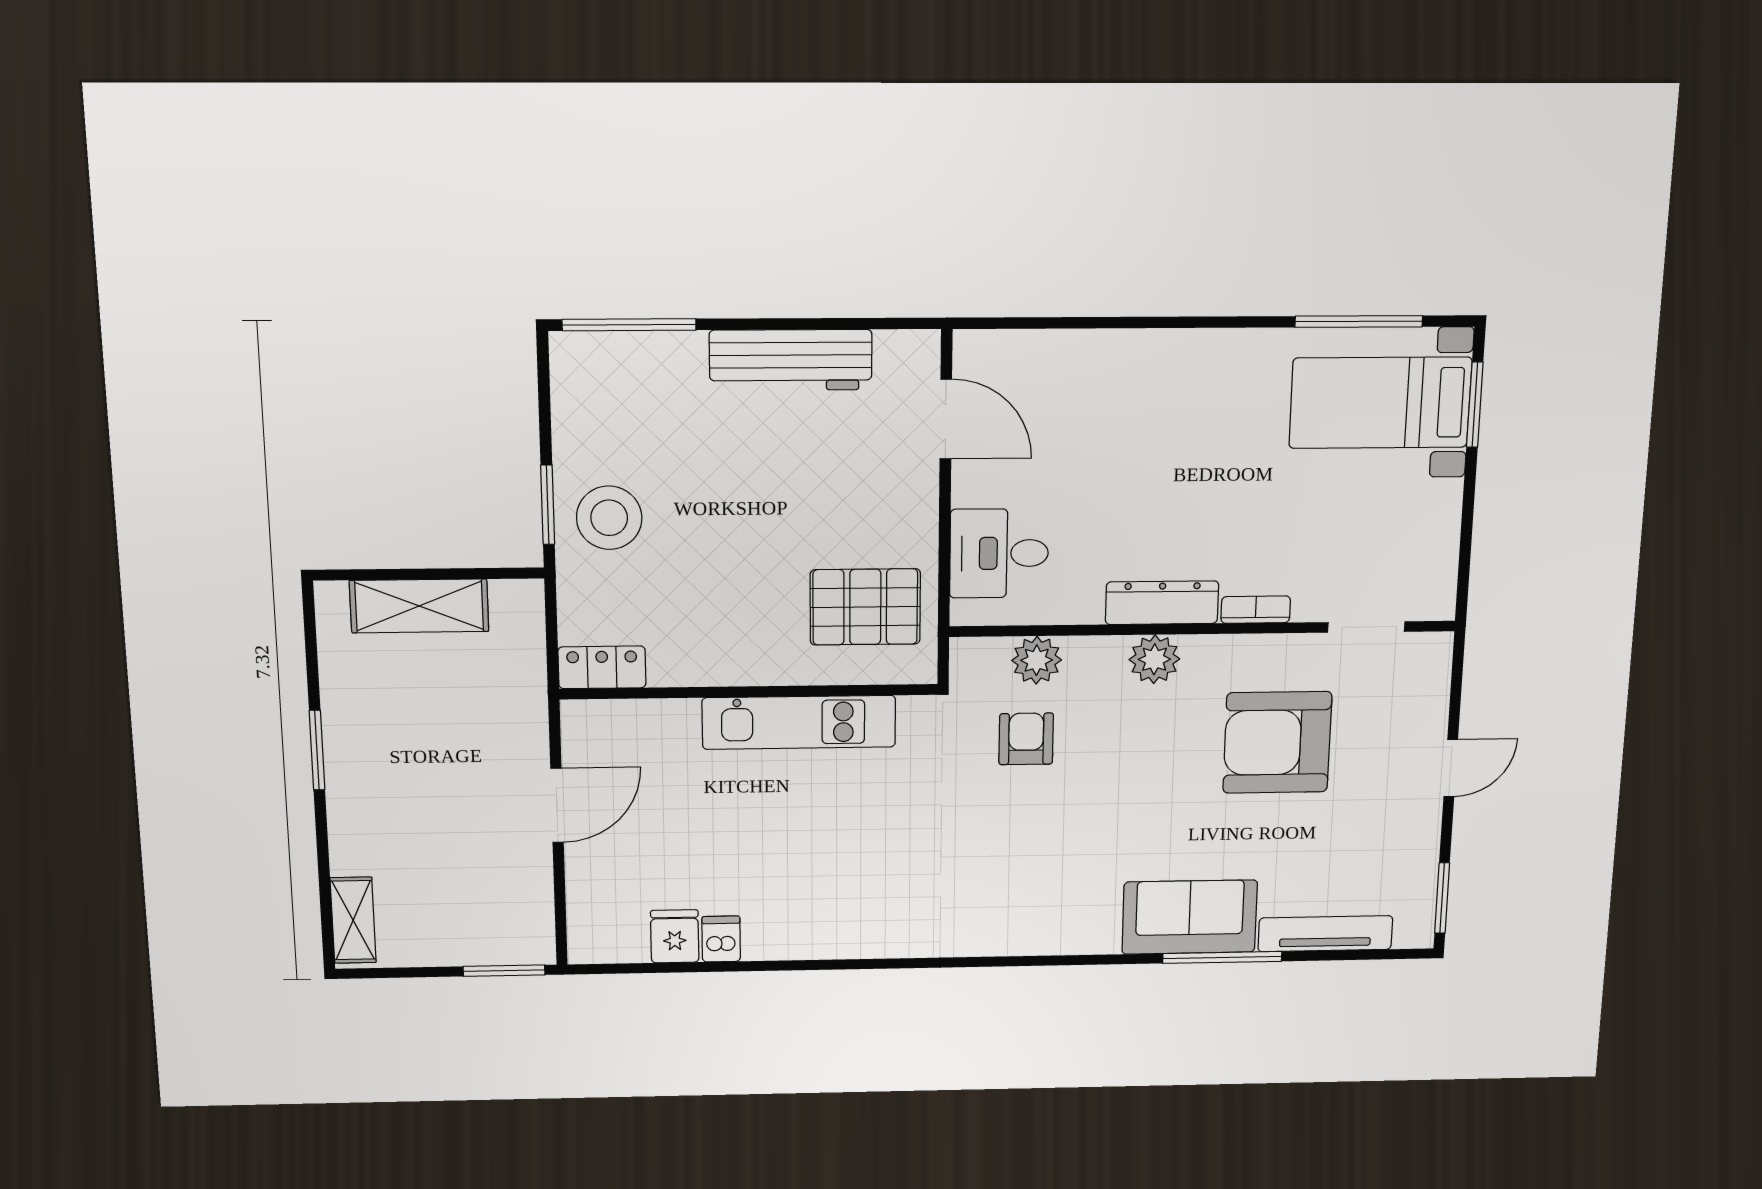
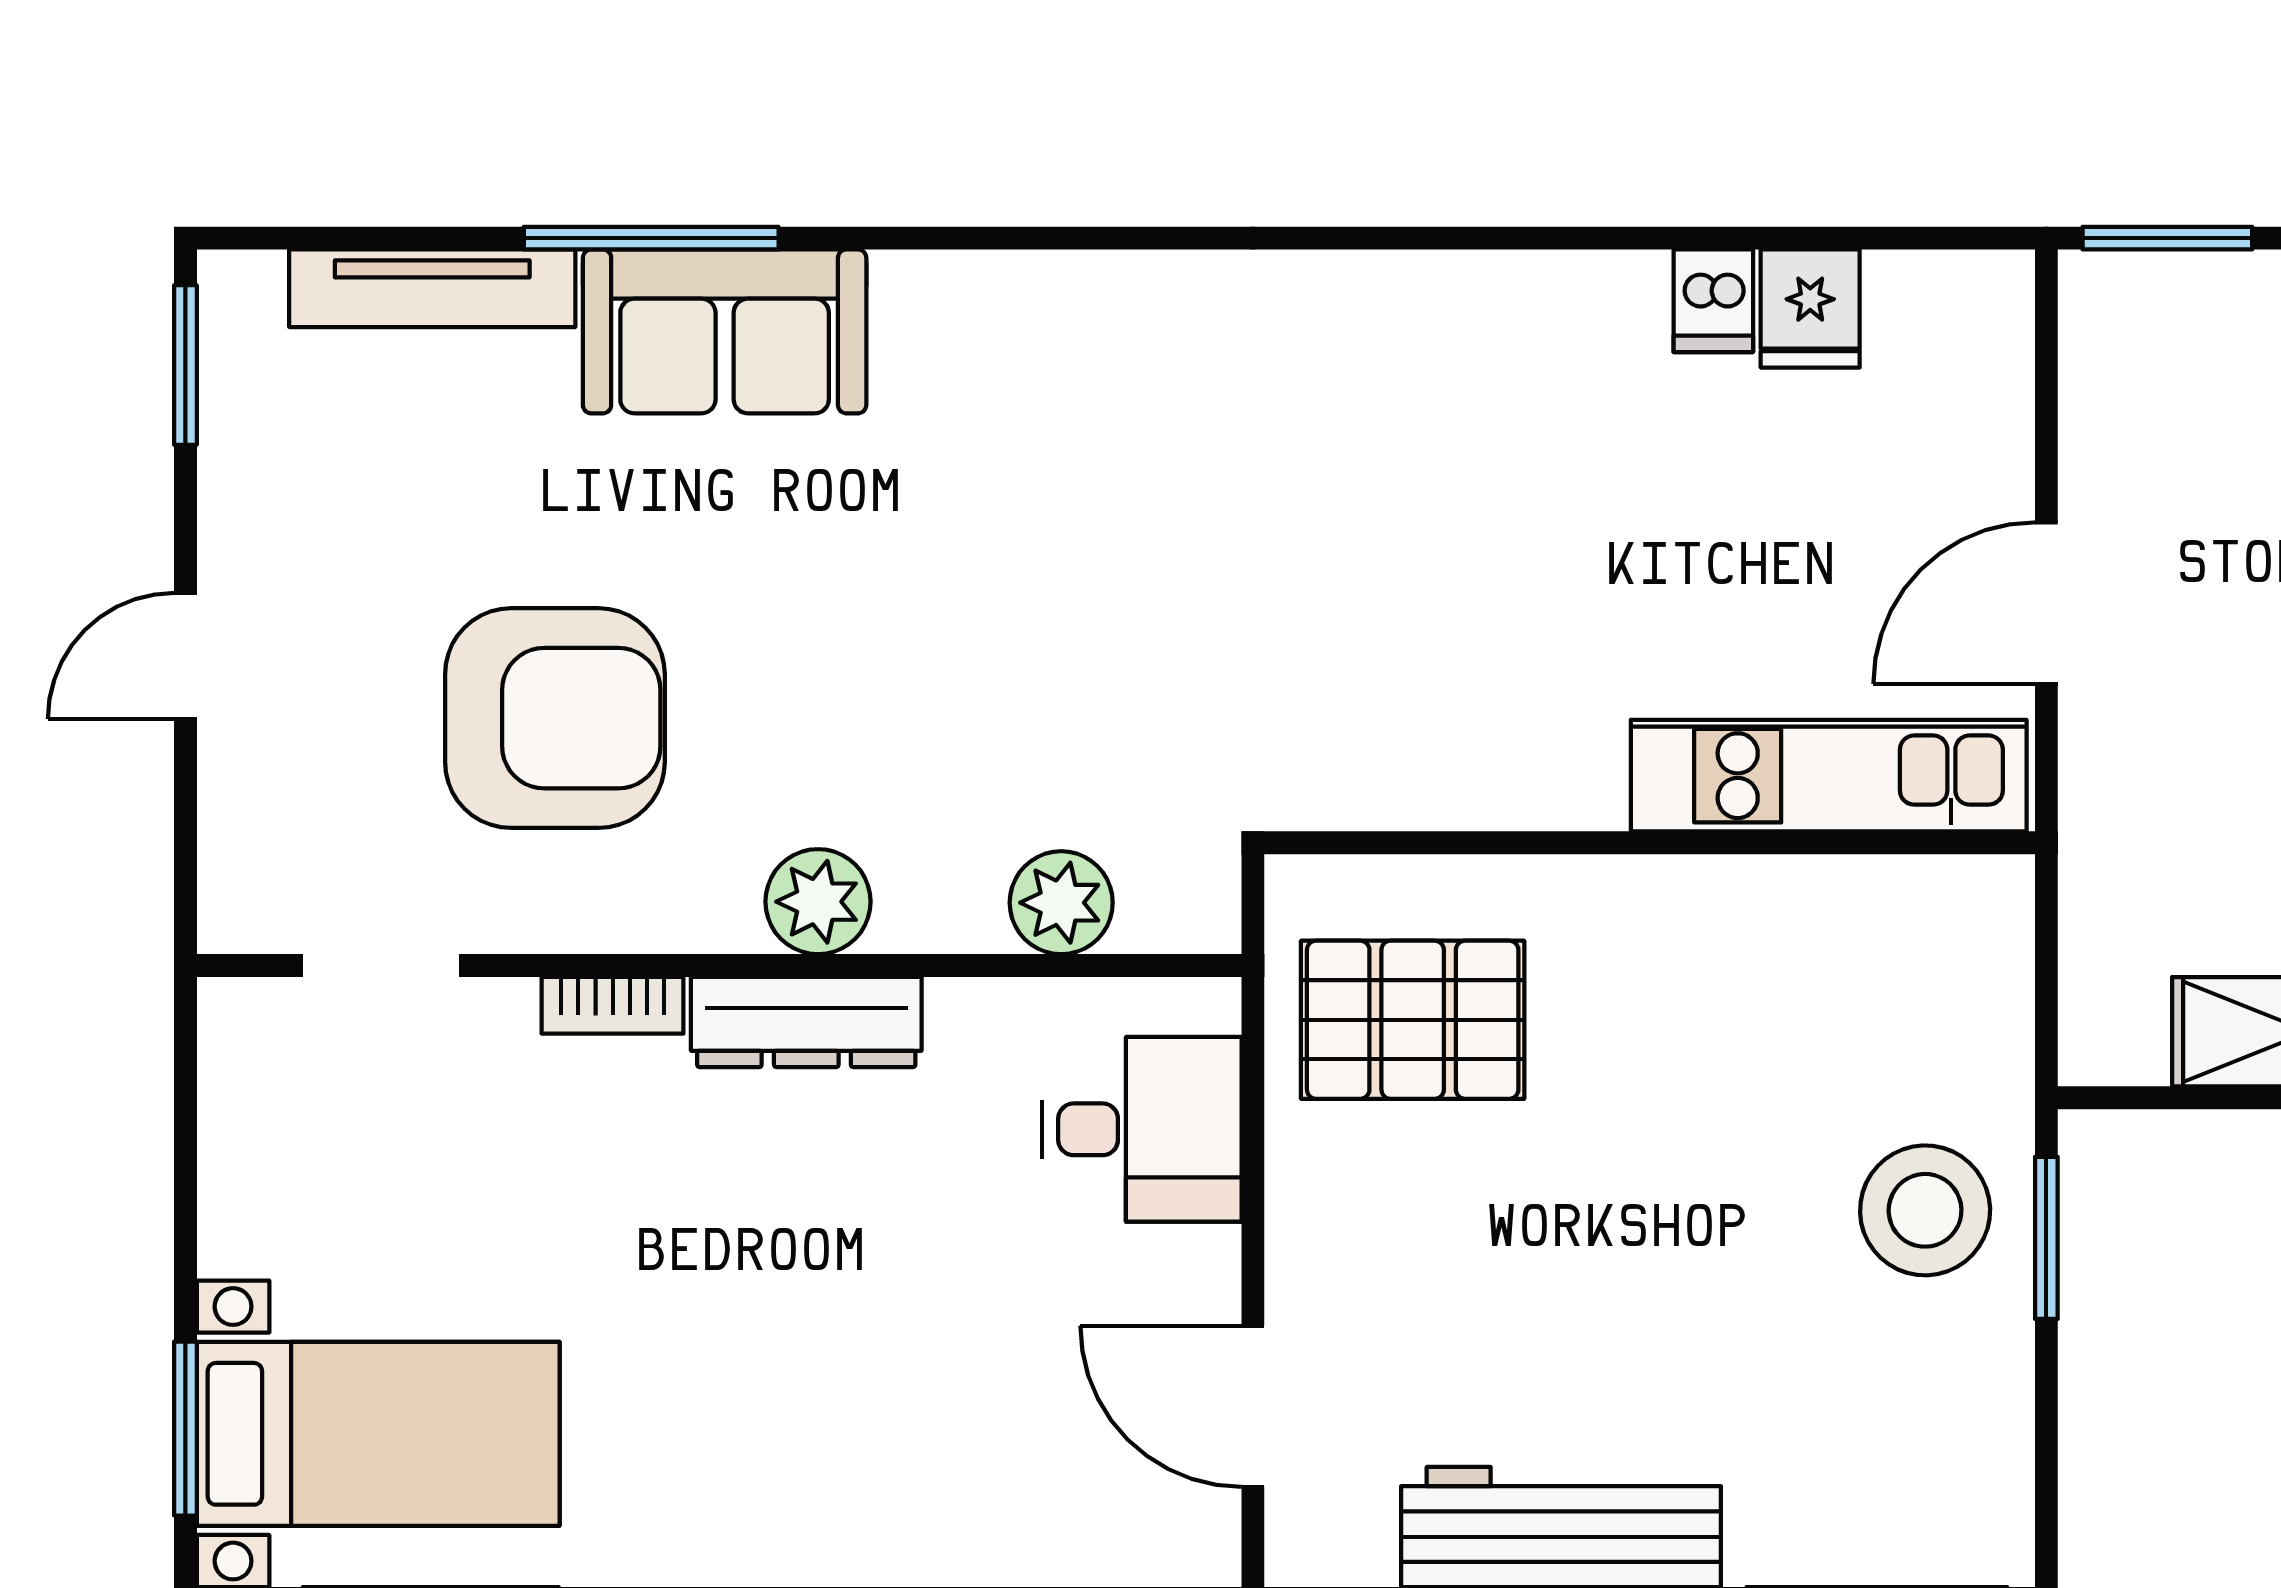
locker: (602, 667) -> (1947, 898), removed
kitchen unit: (799, 722) -> (1829, 776), moved
armchair: (1026, 739) -> (1079, 733), removed

